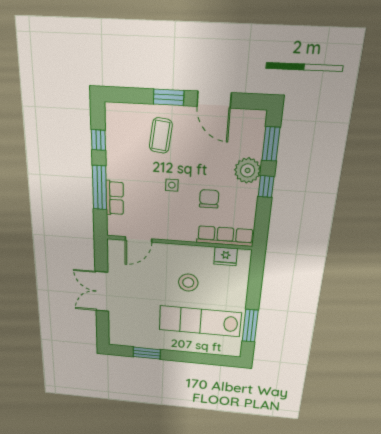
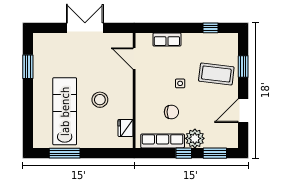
window: (169, 97) -> (243, 66), moved
coffee table: (161, 136) -> (216, 74), width x1.36, depth x1.32
window: (99, 188) -> (174, 28), removed
row of seats: (225, 236) -> (163, 141), moved, turned -90

